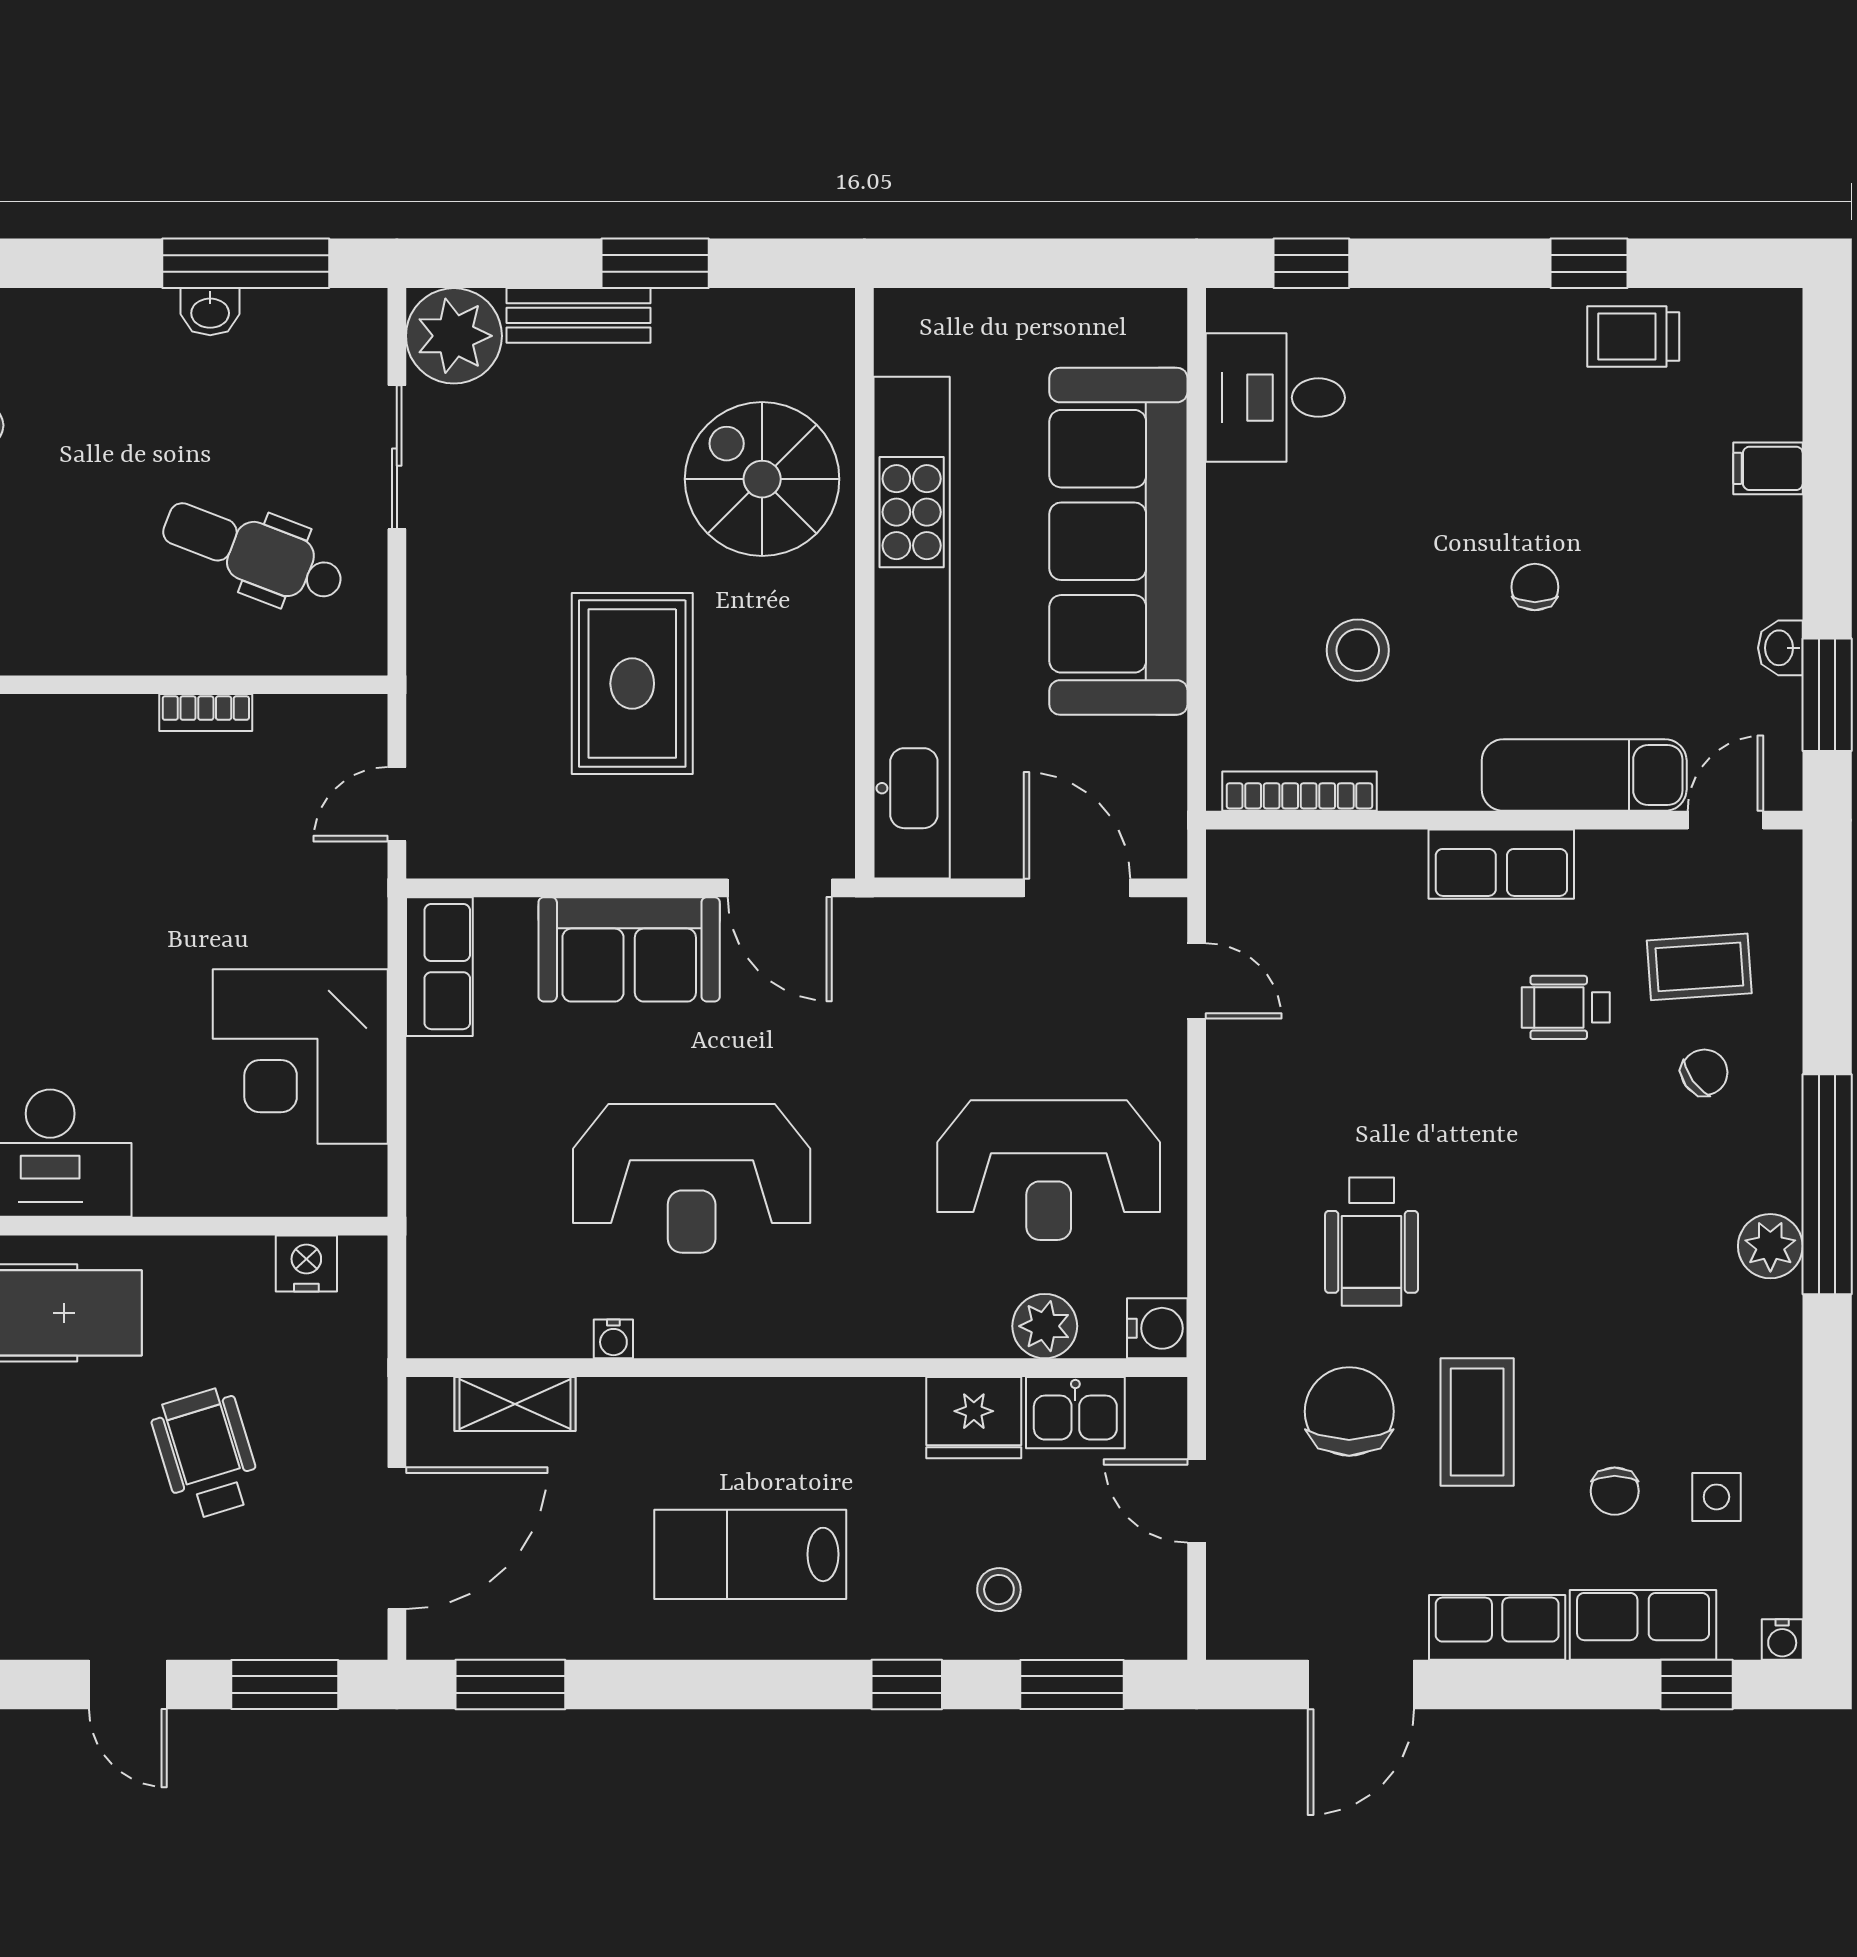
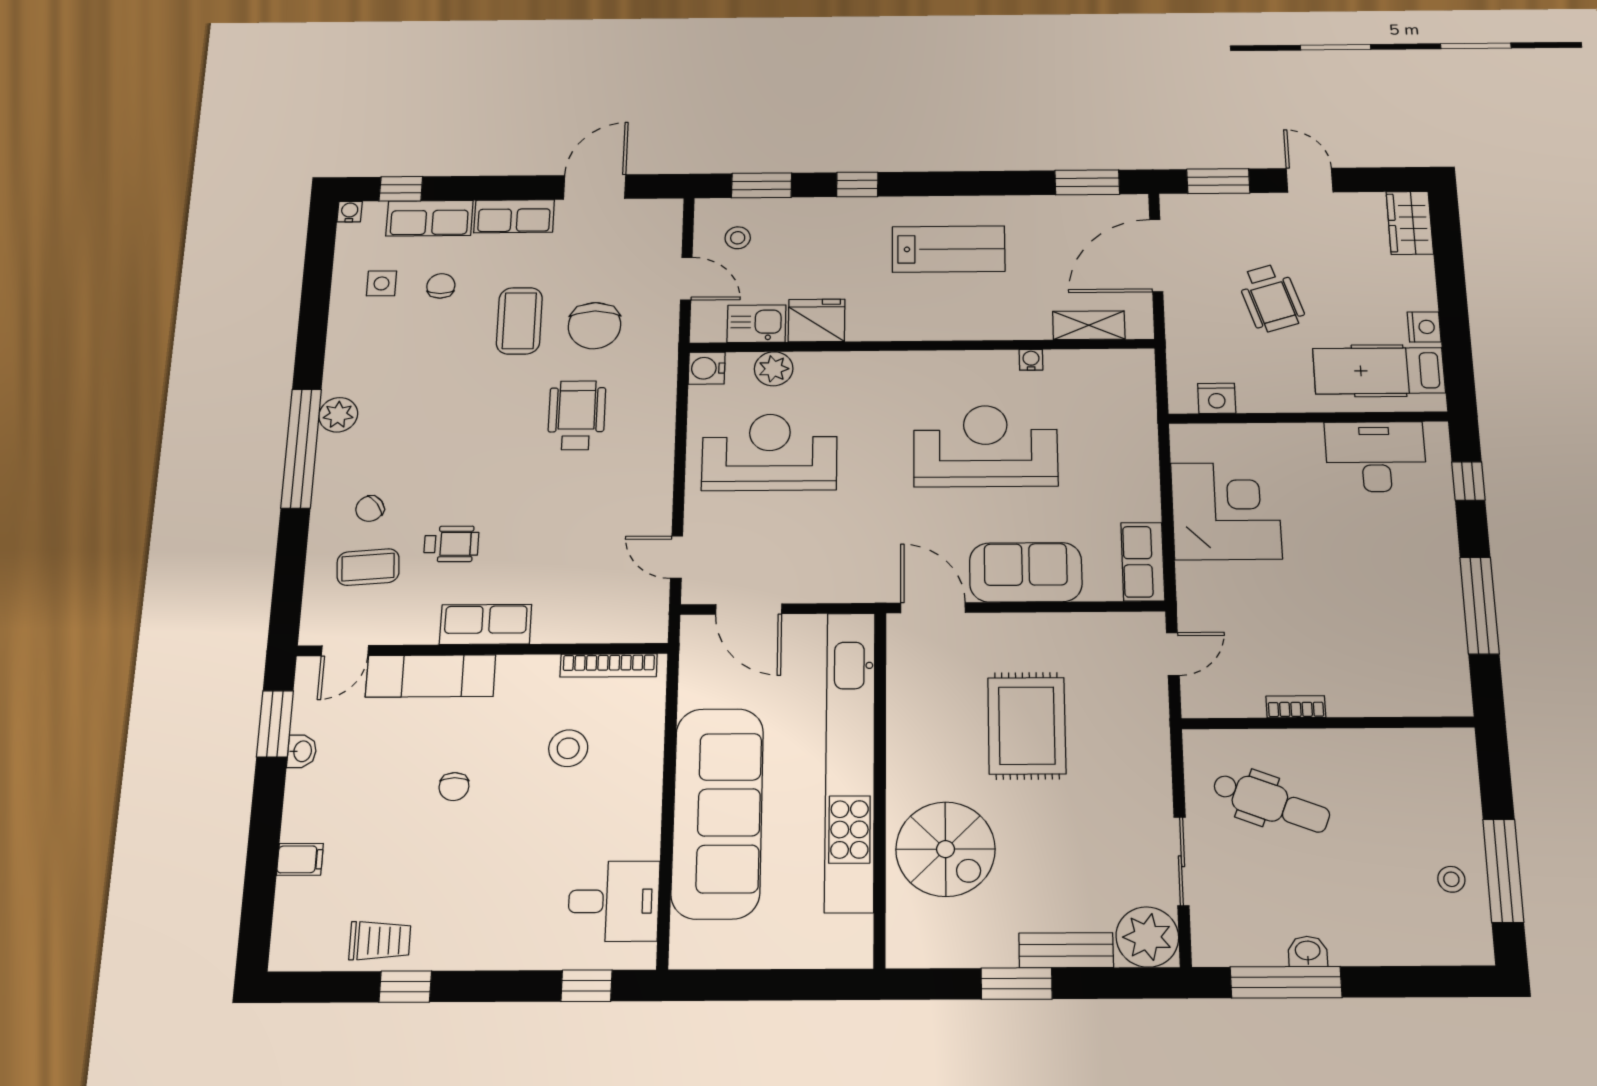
stool: (999, 1590) -> (738, 238), moved

